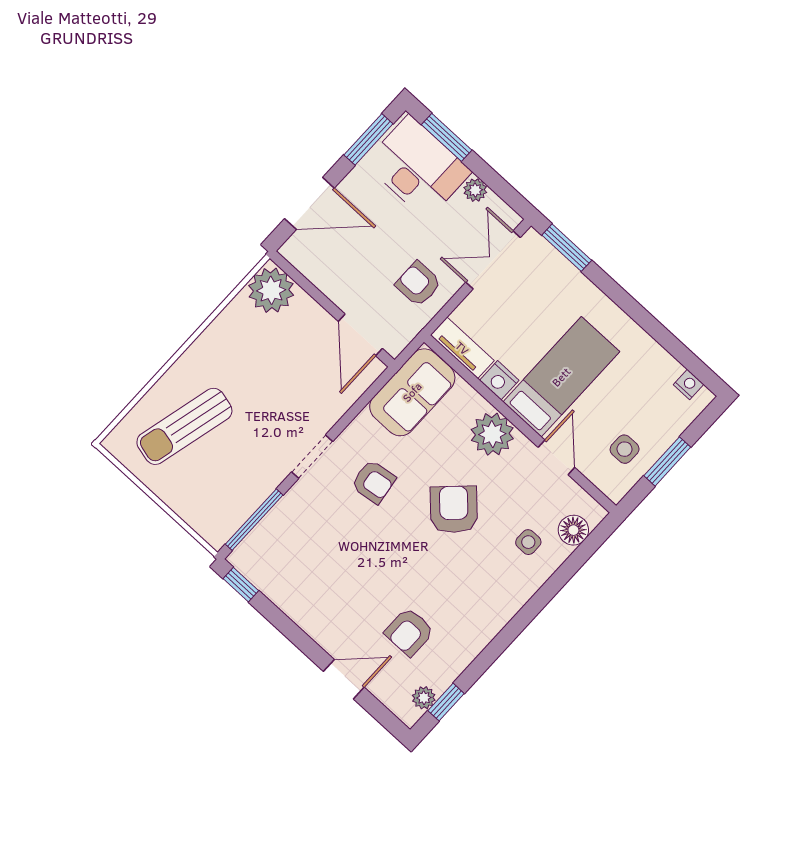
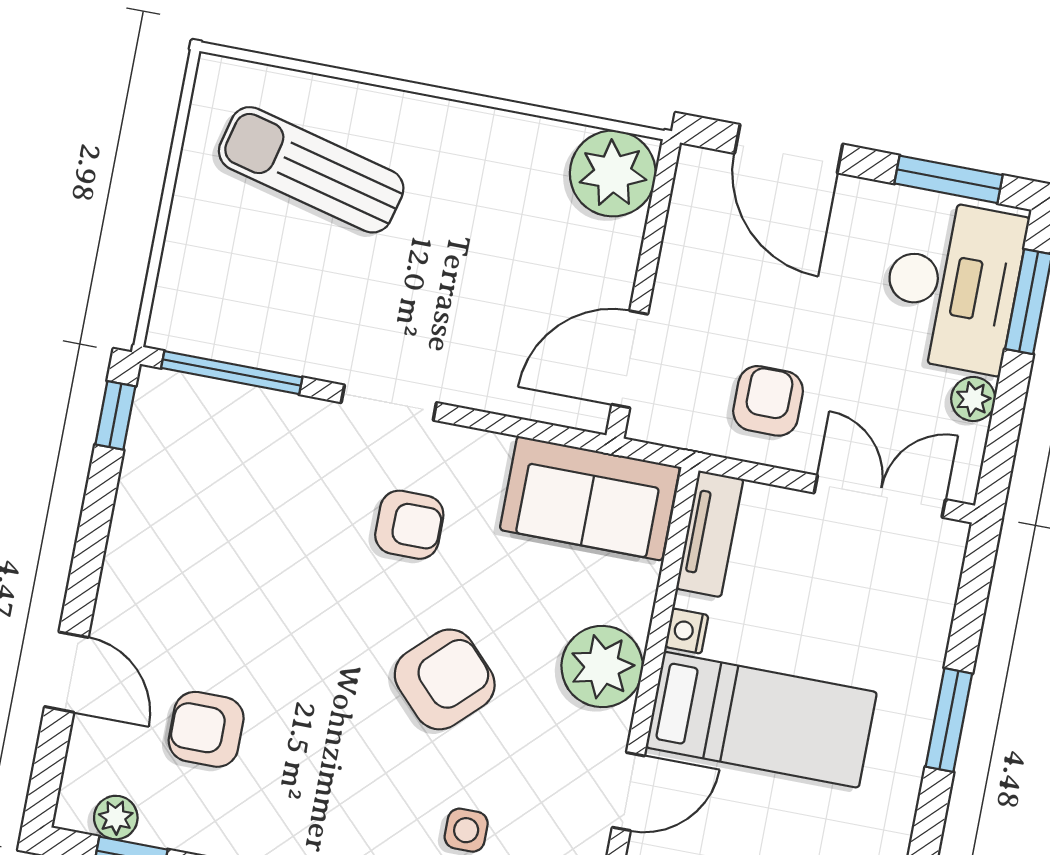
window: (567, 248) -> (949, 720), moved
nightstand: (499, 380) -> (687, 631), width x0.72, depth x0.74
armchair: (373, 482) -> (409, 525), turned -82

